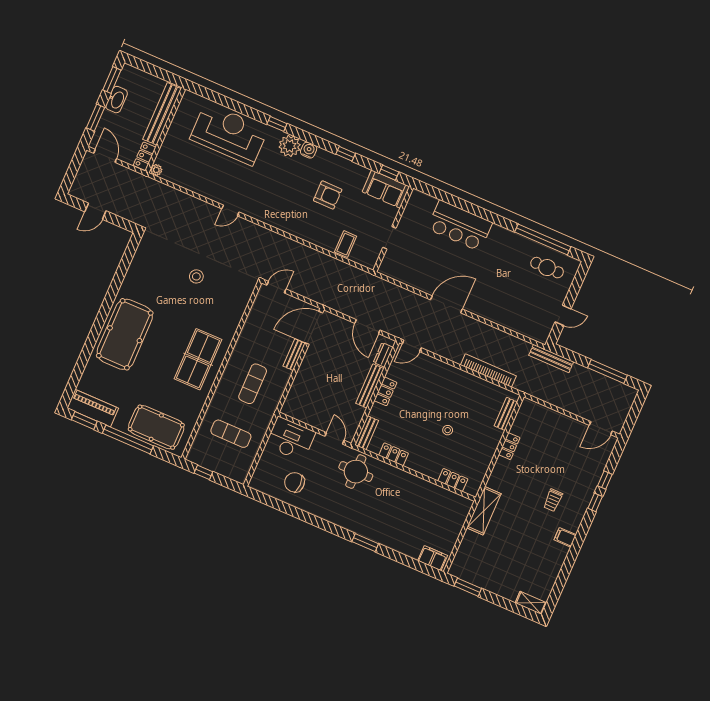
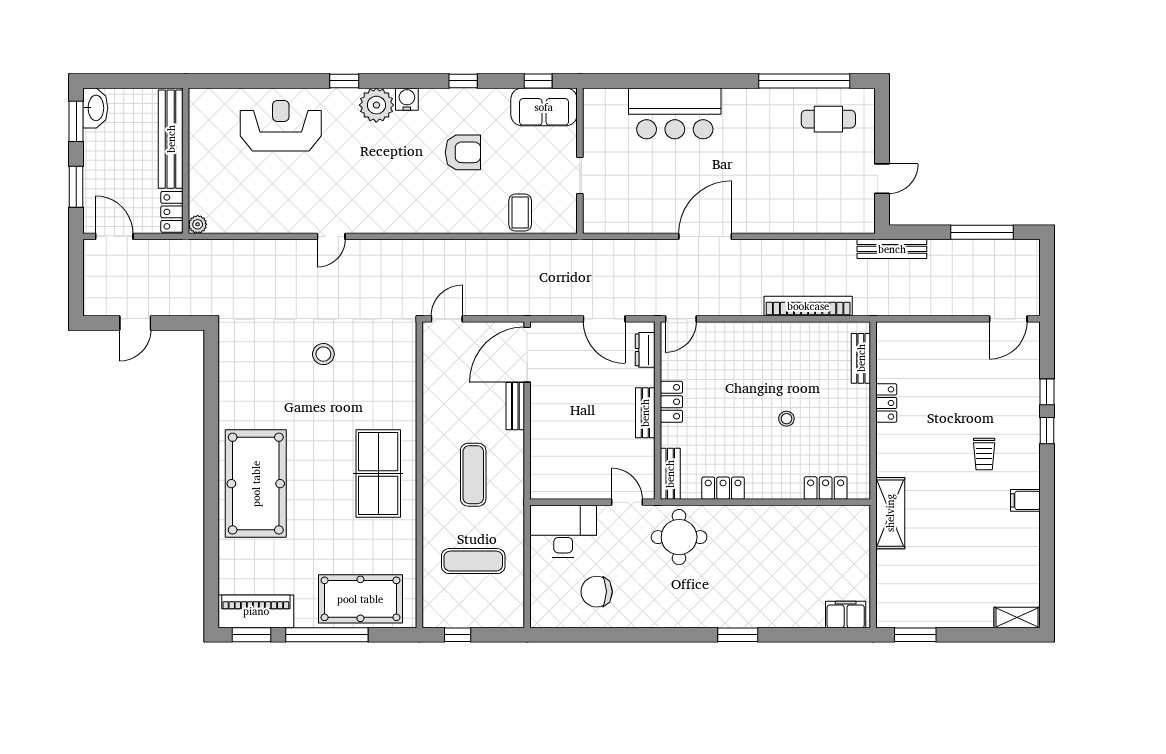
washbasin: (117, 100) -> (95, 108), moved
reception desk: (229, 134) -> (281, 126), width x0.74, depth x0.77
bench: (370, 386) -> (645, 413), width x0.73

